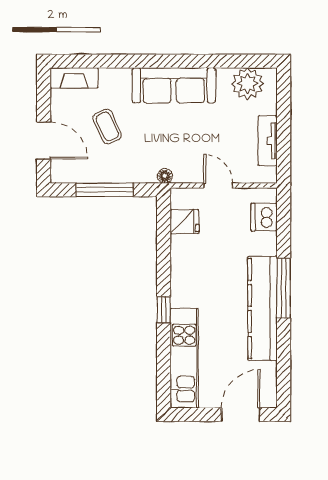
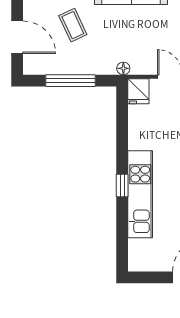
fridge: (185, 222) -> (138, 91), moved, turned 90
kitchen unit: (184, 358) -> (140, 194), moved

